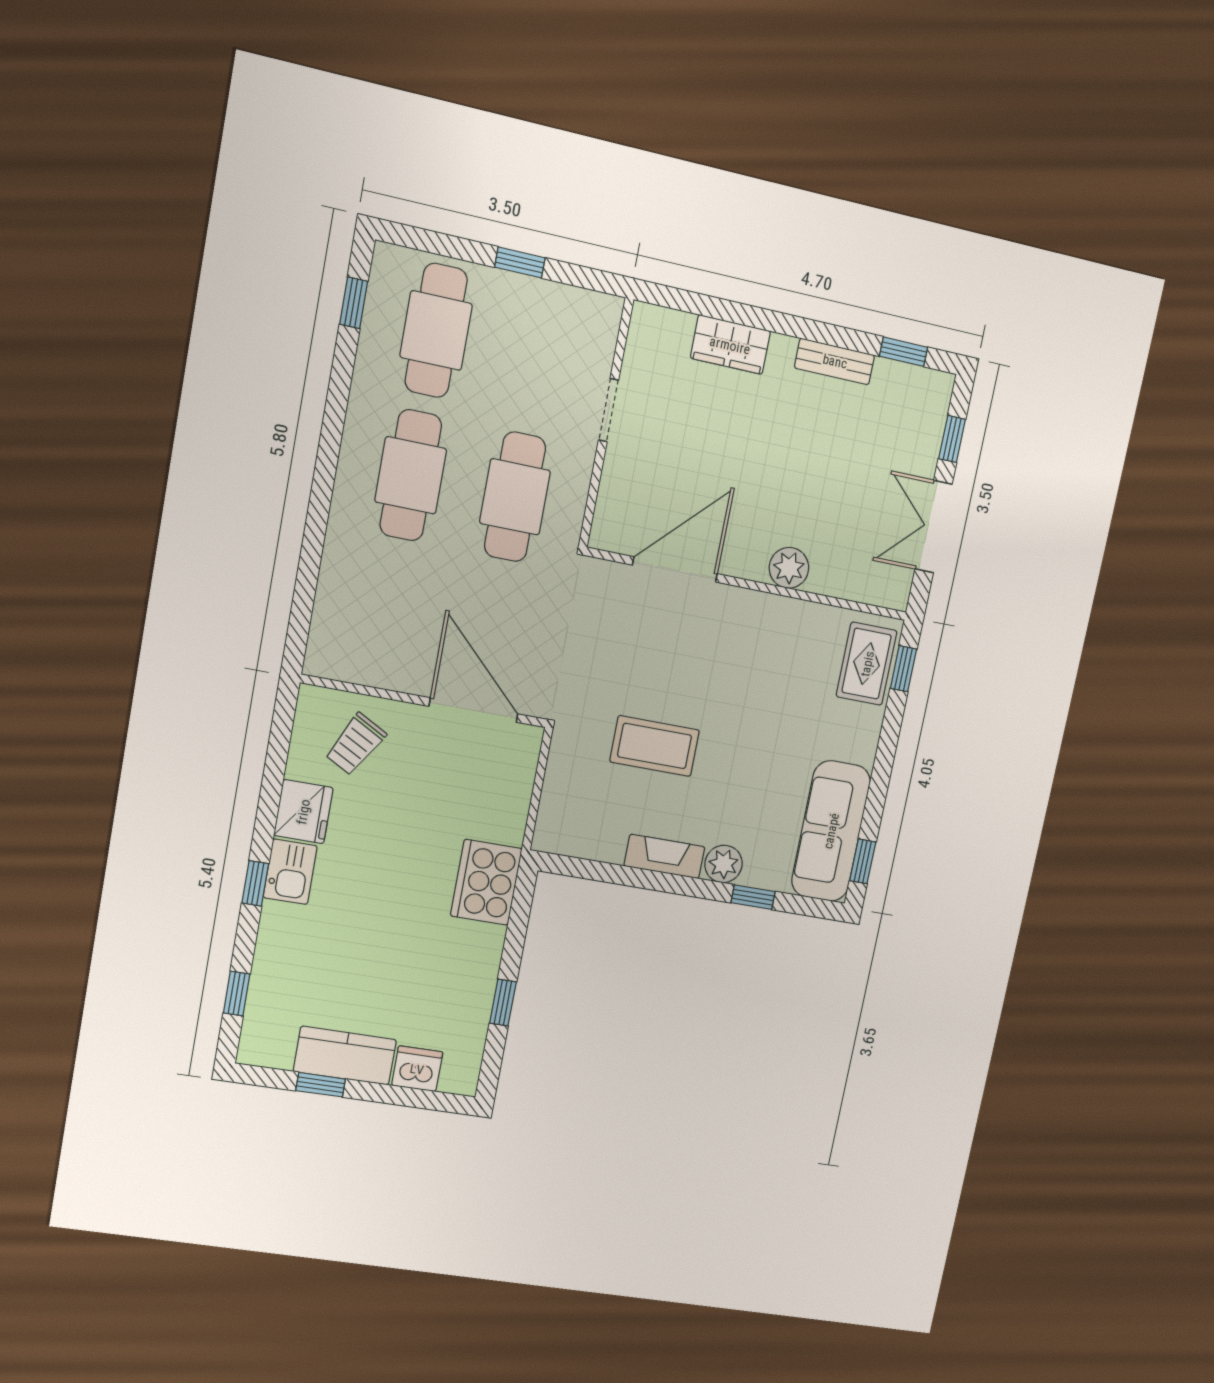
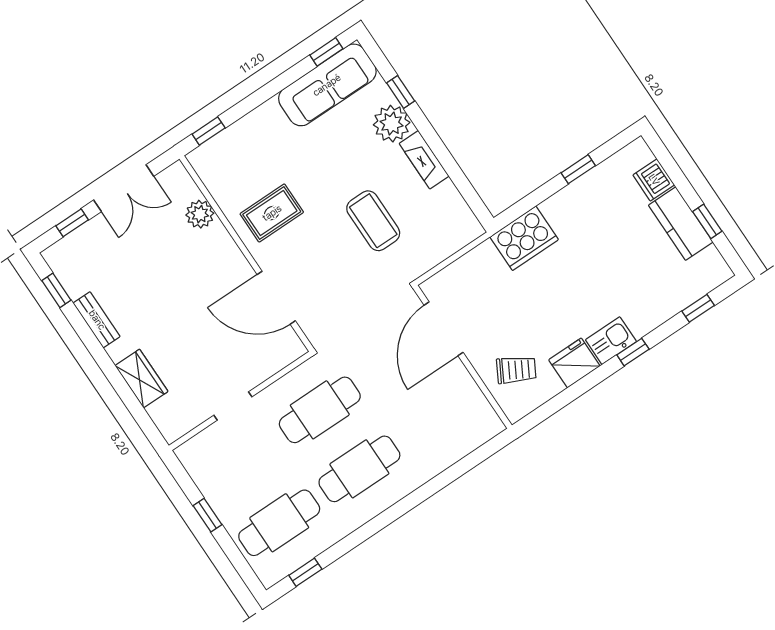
plant: (789, 568) -> (200, 214), moved
rug: (867, 664) -> (272, 213), moved
plant: (724, 864) -> (392, 124), width x1.36, depth x1.36

